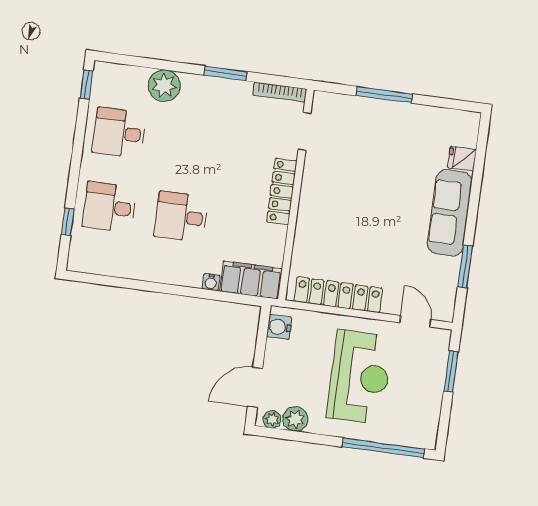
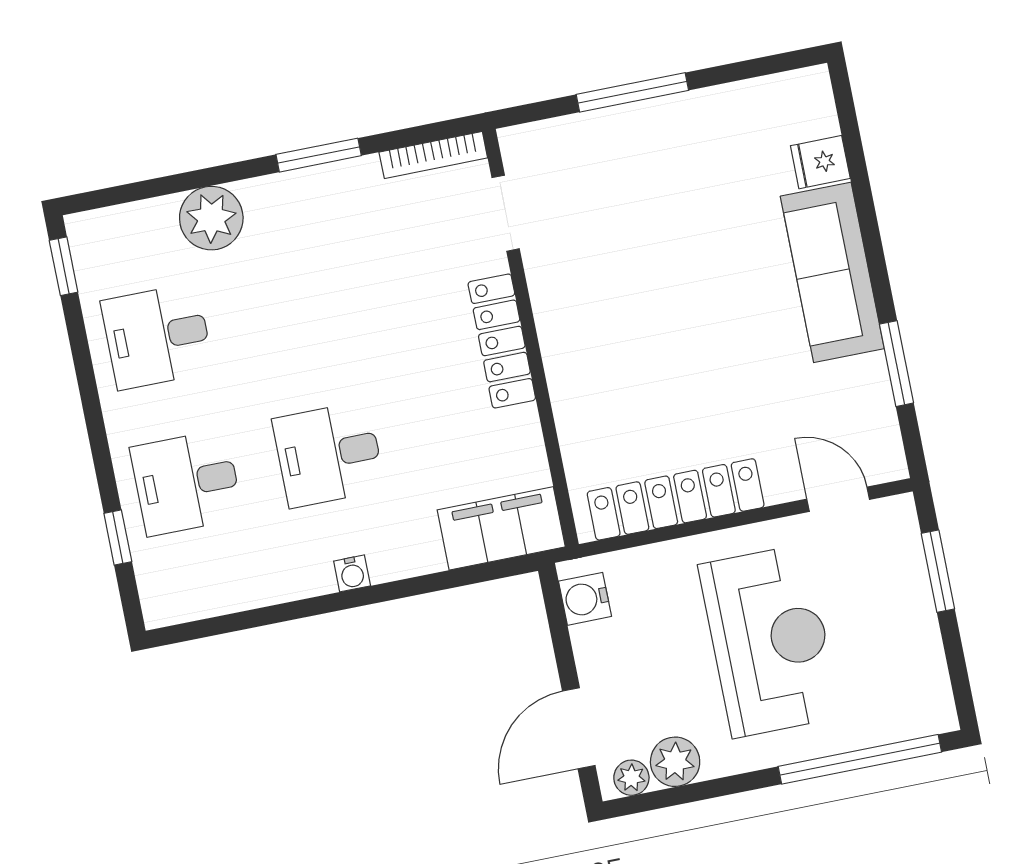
water cooler: (211, 282) -> (352, 573), moved

